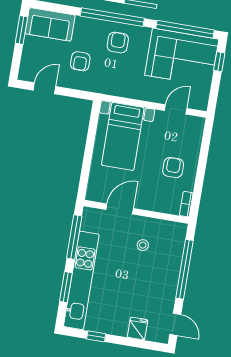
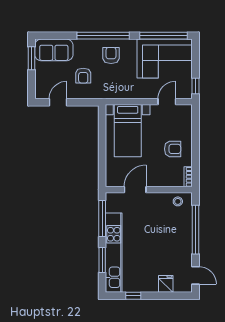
window: (219, 62) -> (196, 86), moved
armchair: (173, 168) -> (173, 149), turned 90
stool: (143, 245) -> (178, 201), moved

